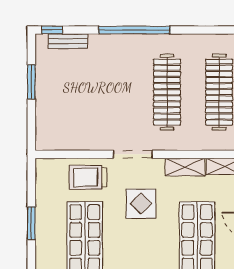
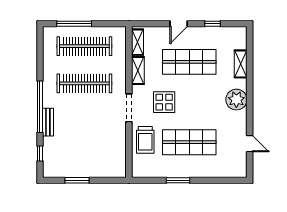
window: (52, 30) -> (40, 153), moved
bench: (68, 41) -> (48, 122), moved

